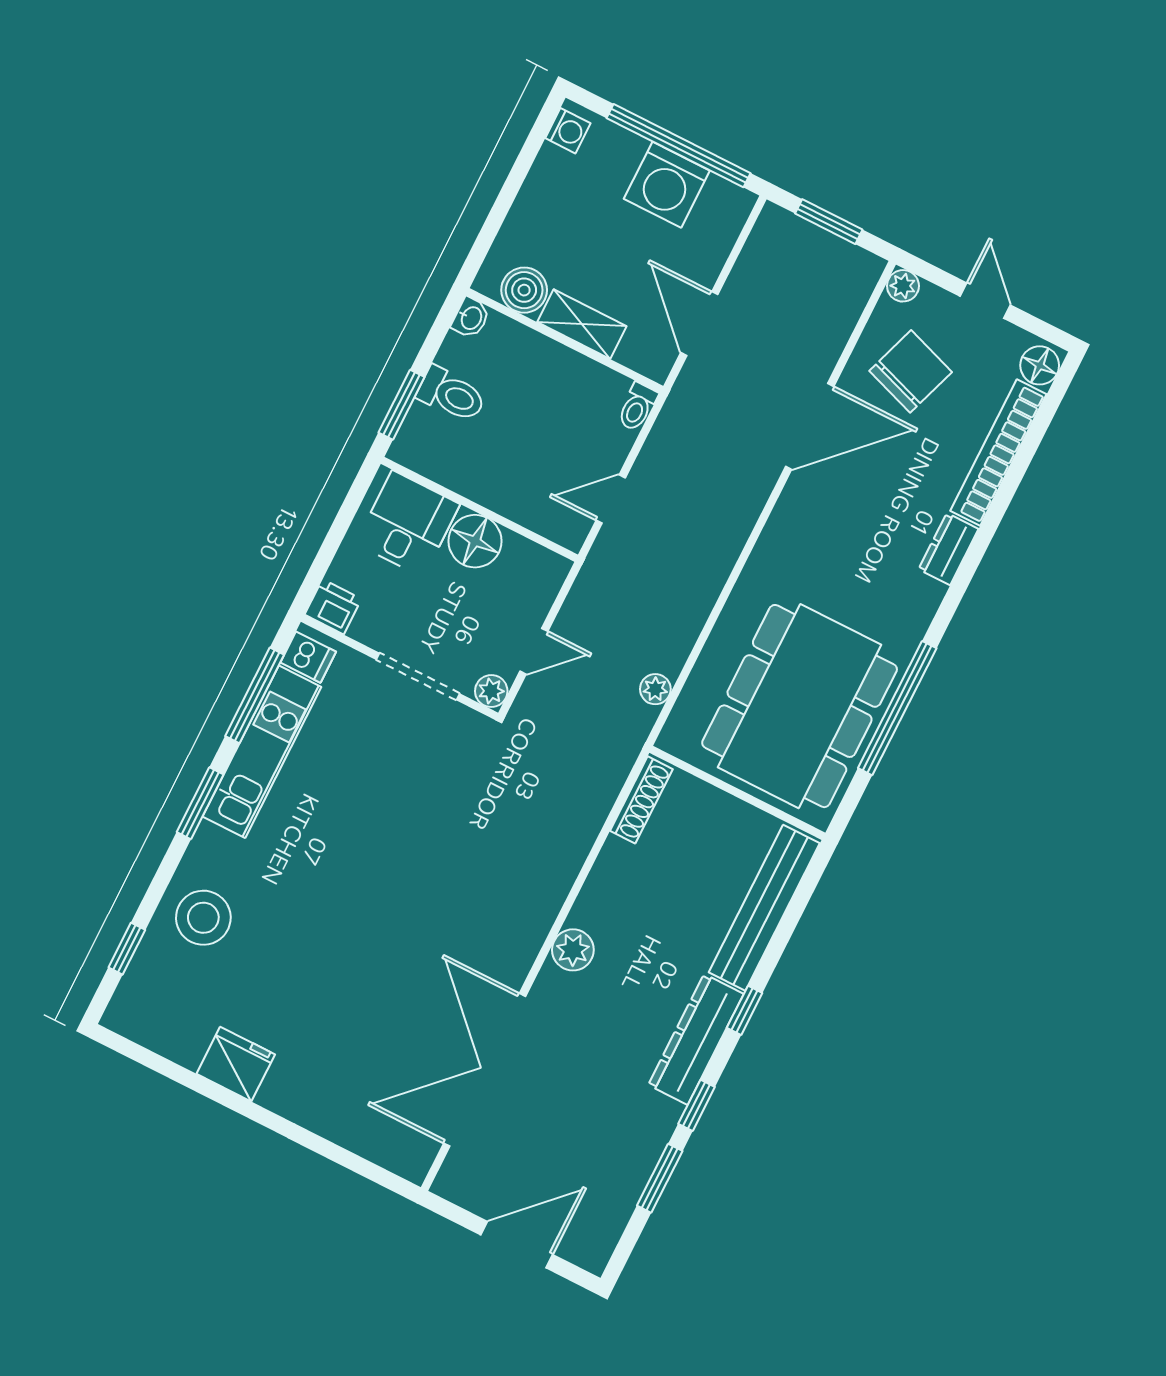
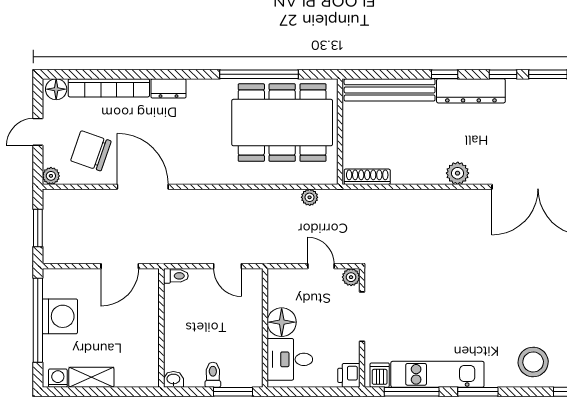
boiler: (524, 290) -> (147, 360), removed
shelving: (582, 324) -> (91, 377), moved, turned 90
toilet: (451, 395) -> (213, 375), width x0.73, depth x0.72

